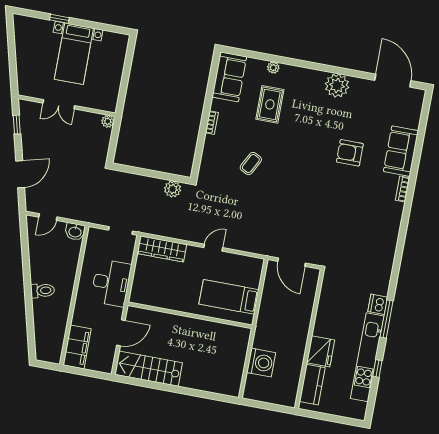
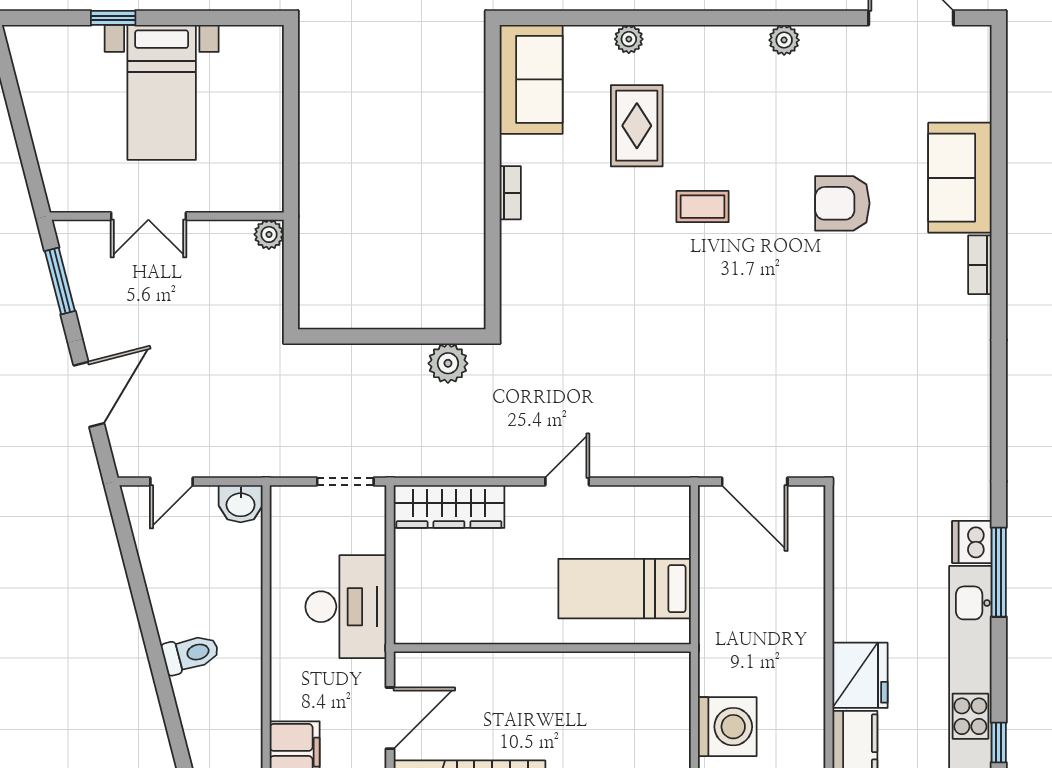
plant: (337, 85) -> (784, 40), width x0.53, depth x0.53
window: (17, 125) -> (60, 281), width x1.50
coffee table: (251, 164) -> (703, 207), moved, turned 62
window: (377, 368) -> (999, 742), moved

